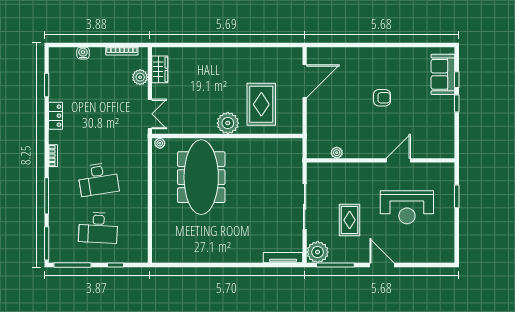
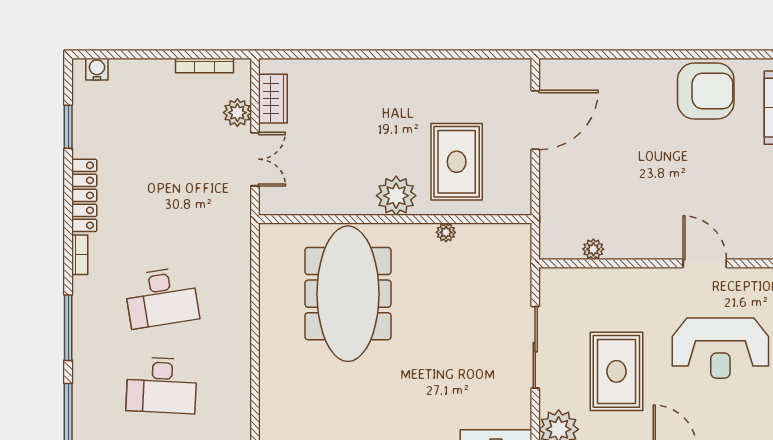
water cooler: (83, 53) -> (97, 69), moved
armchair: (382, 98) -> (706, 91), moved, width x1.88, depth x1.88
double door: (150, 114) -> (255, 159), moved
locker: (56, 116) -> (84, 195), width x1.53
plant: (160, 143) -> (446, 232), moved
door: (398, 160) -> (705, 263), hinge flipped
rug: (350, 220) -> (616, 371), width x1.36, depth x1.43

